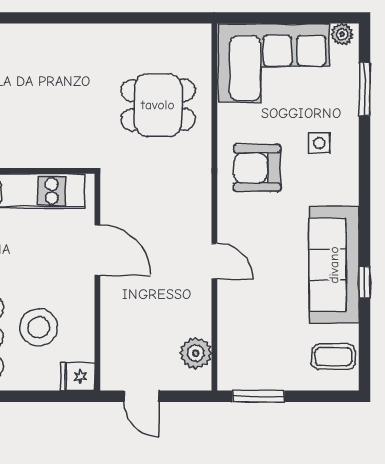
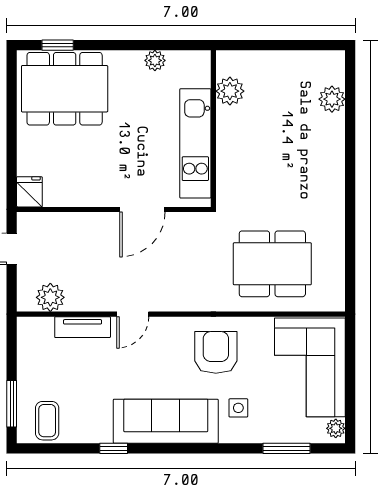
dining table: (158, 105) -> (272, 264), width x1.38
sofa: (334, 265) -> (166, 421), moved
tv unit: (229, 317) -> (83, 327), added
stool: (39, 327) -> (73, 157), removed
window: (258, 396) -> (12, 404), moved

